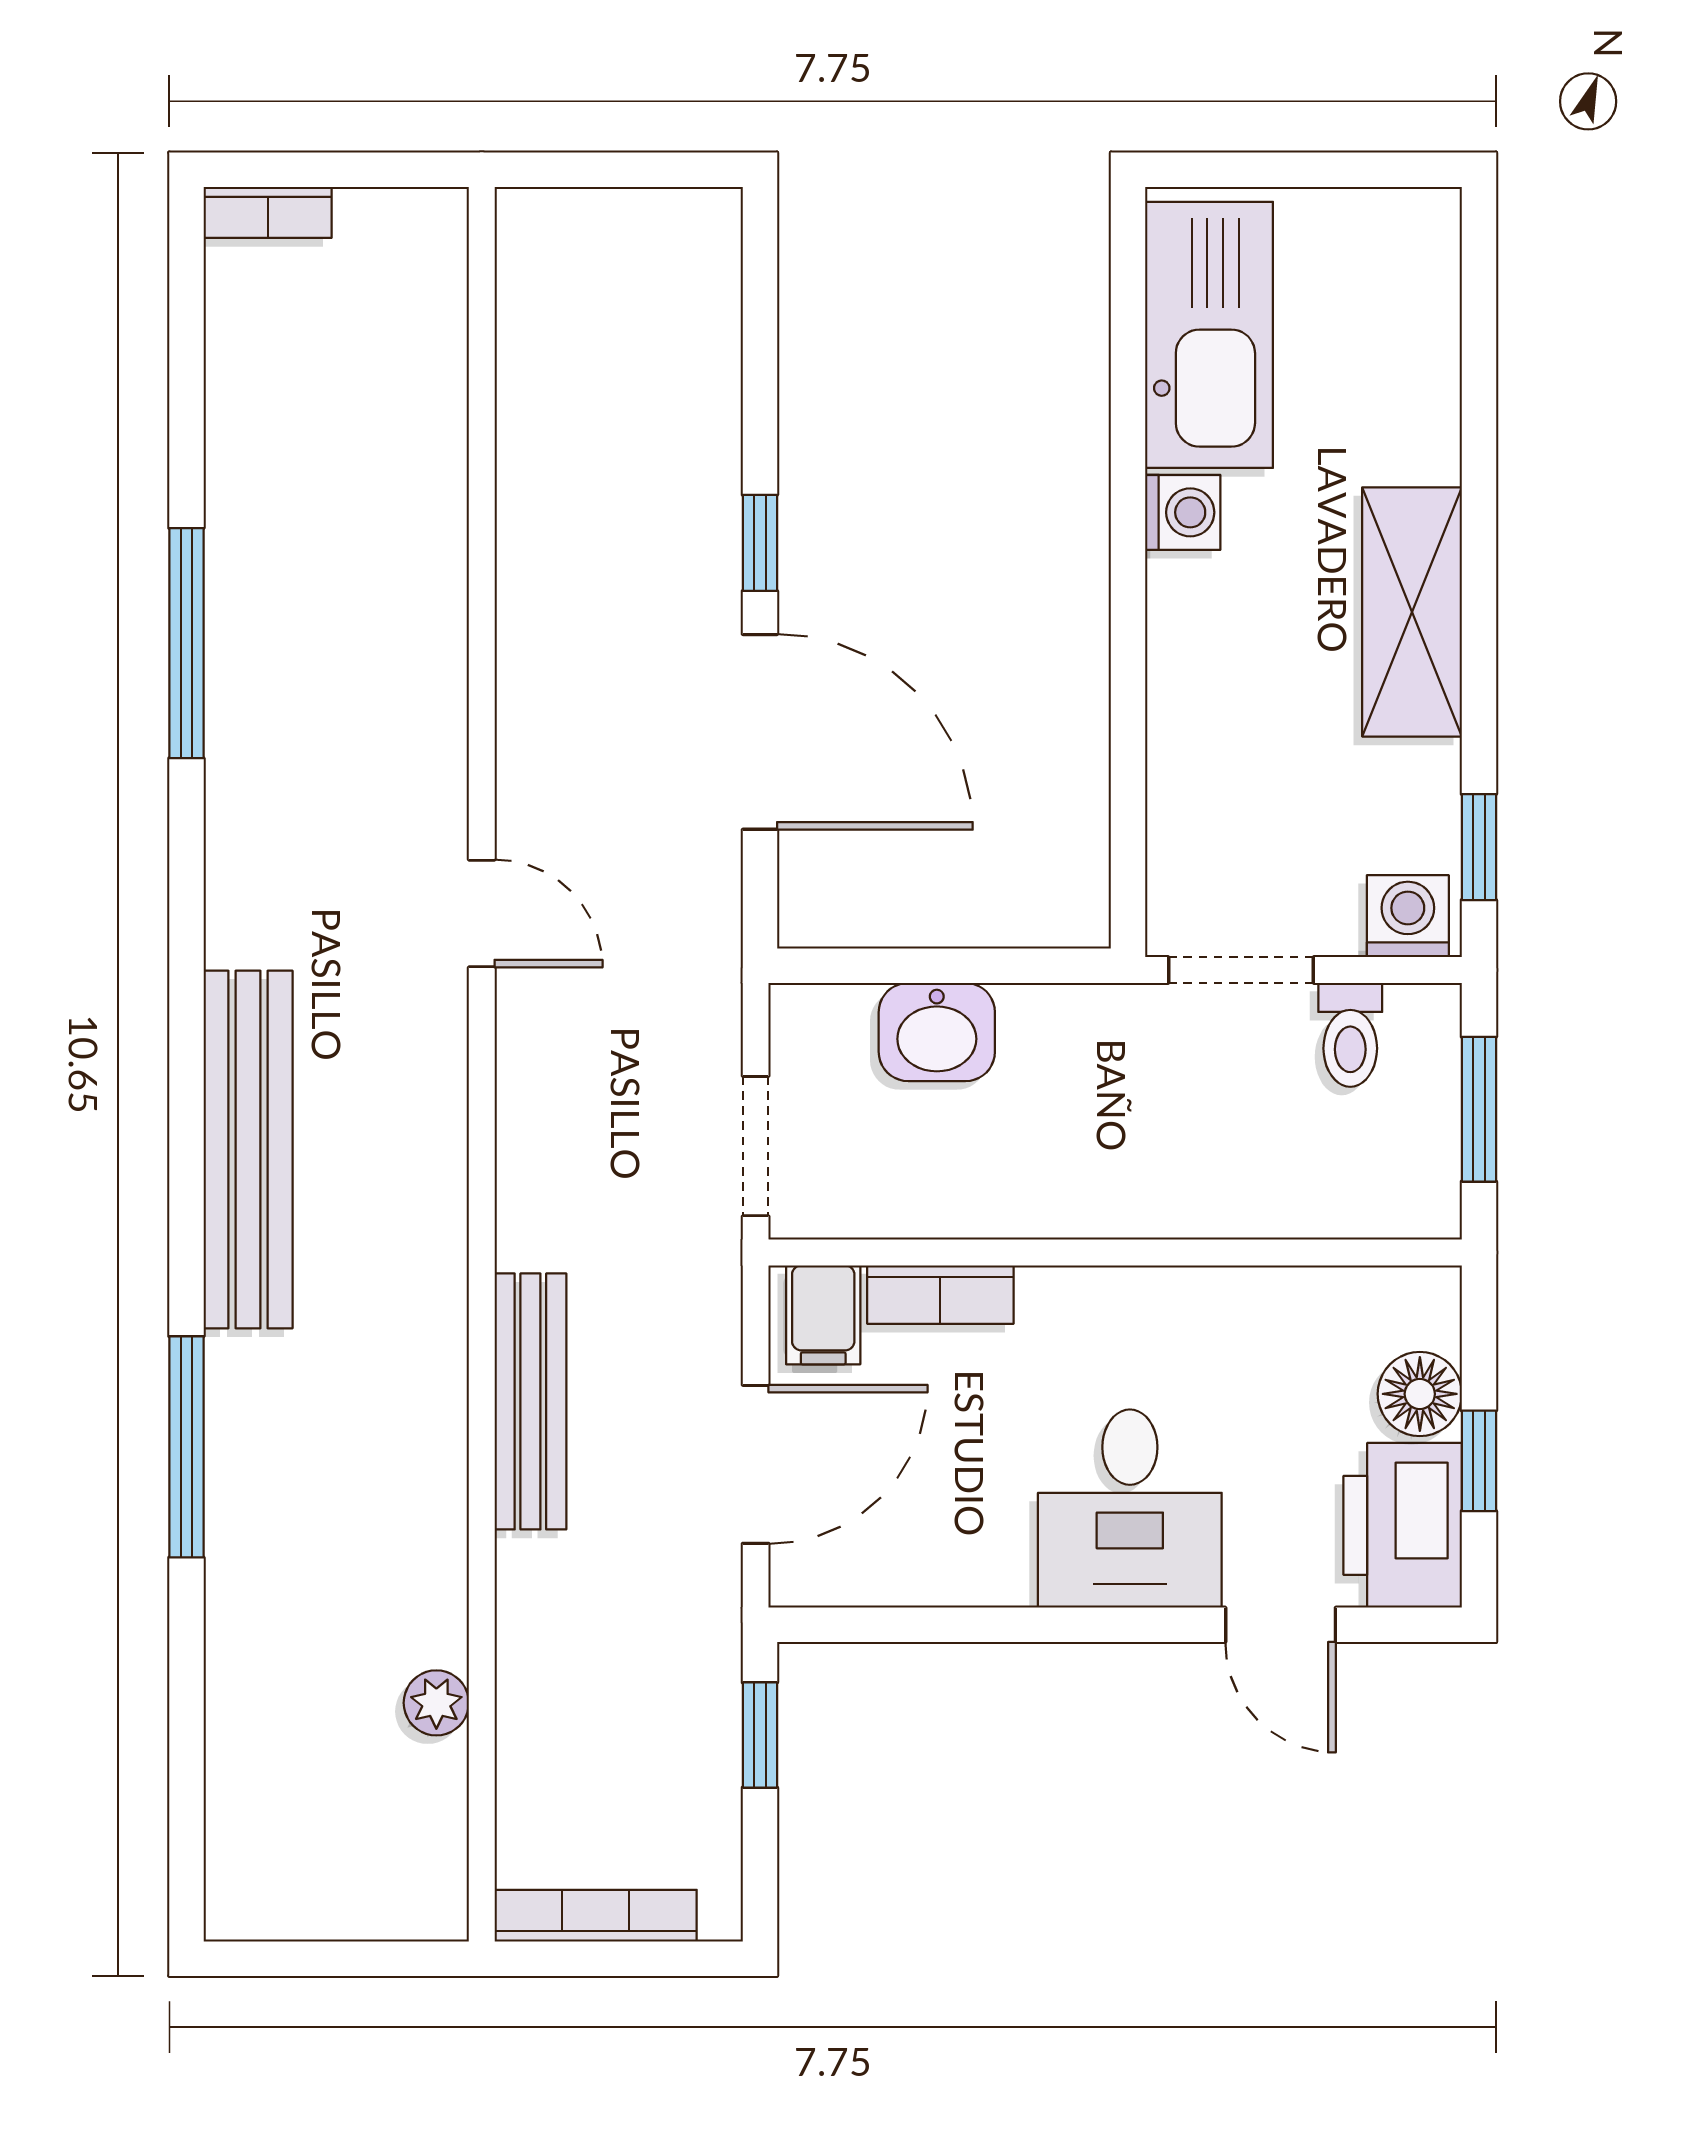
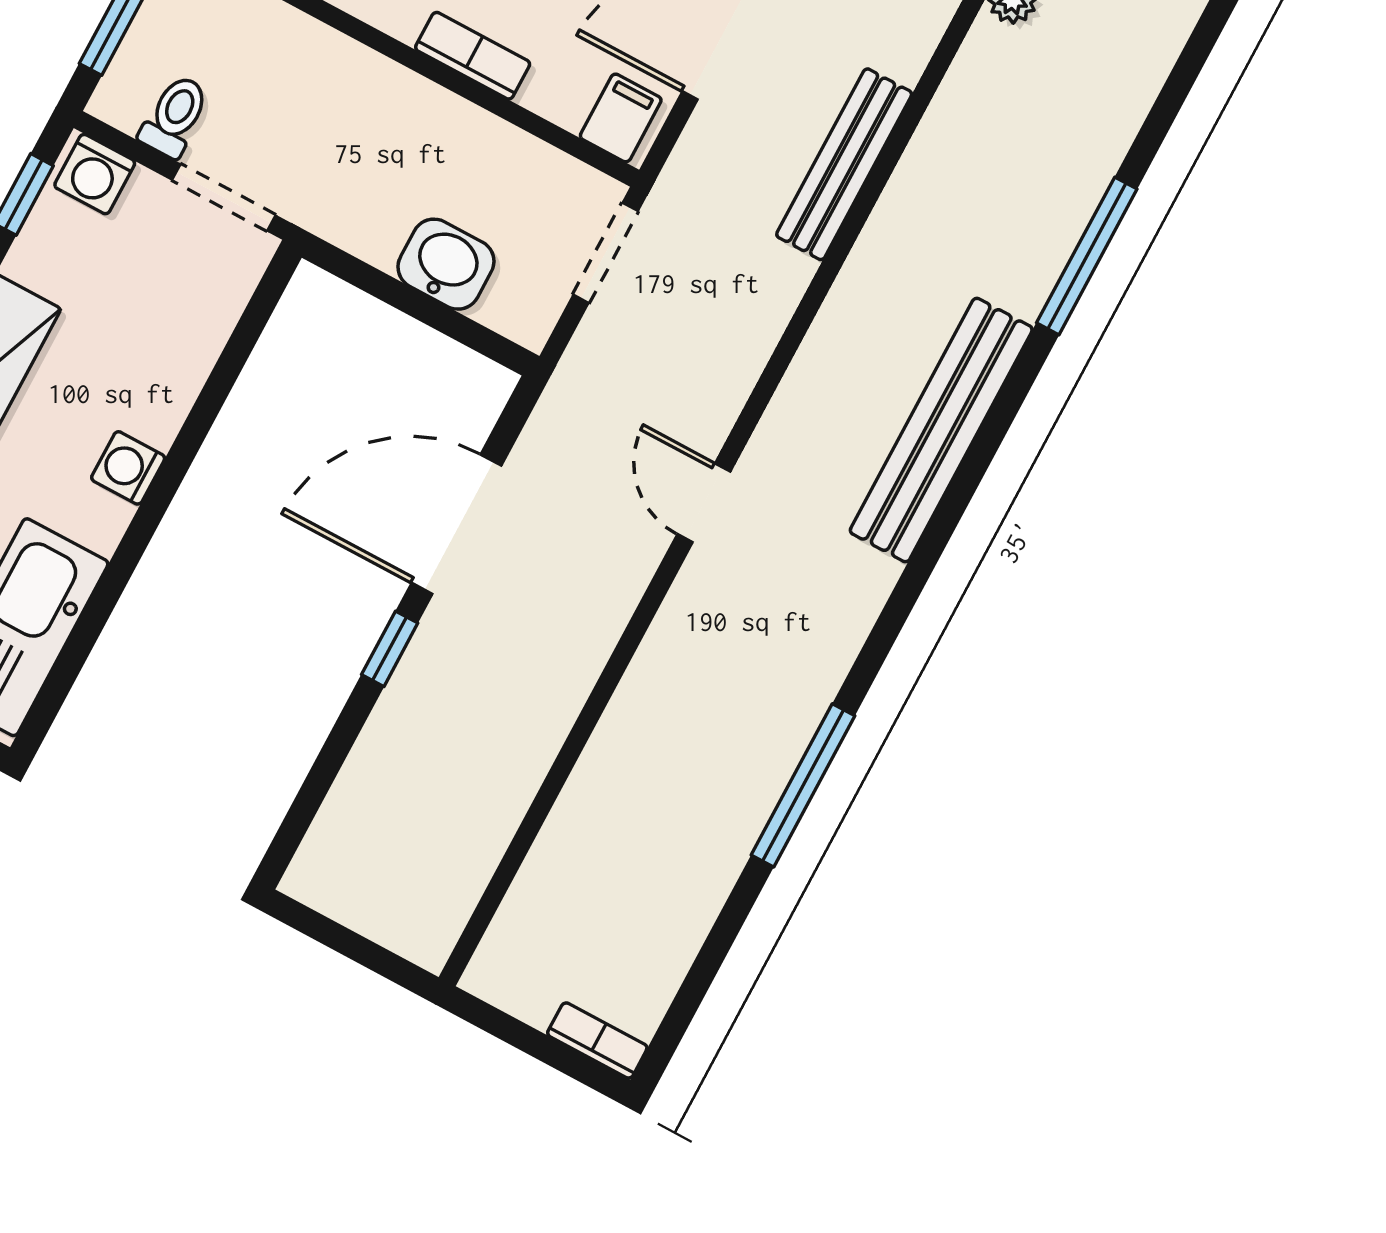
washing machine: (1183, 512) -> (128, 468), moved
door: (760, 732) -> (456, 524), hinge flipped
bookcase: (940, 1295) -> (473, 56), moved

